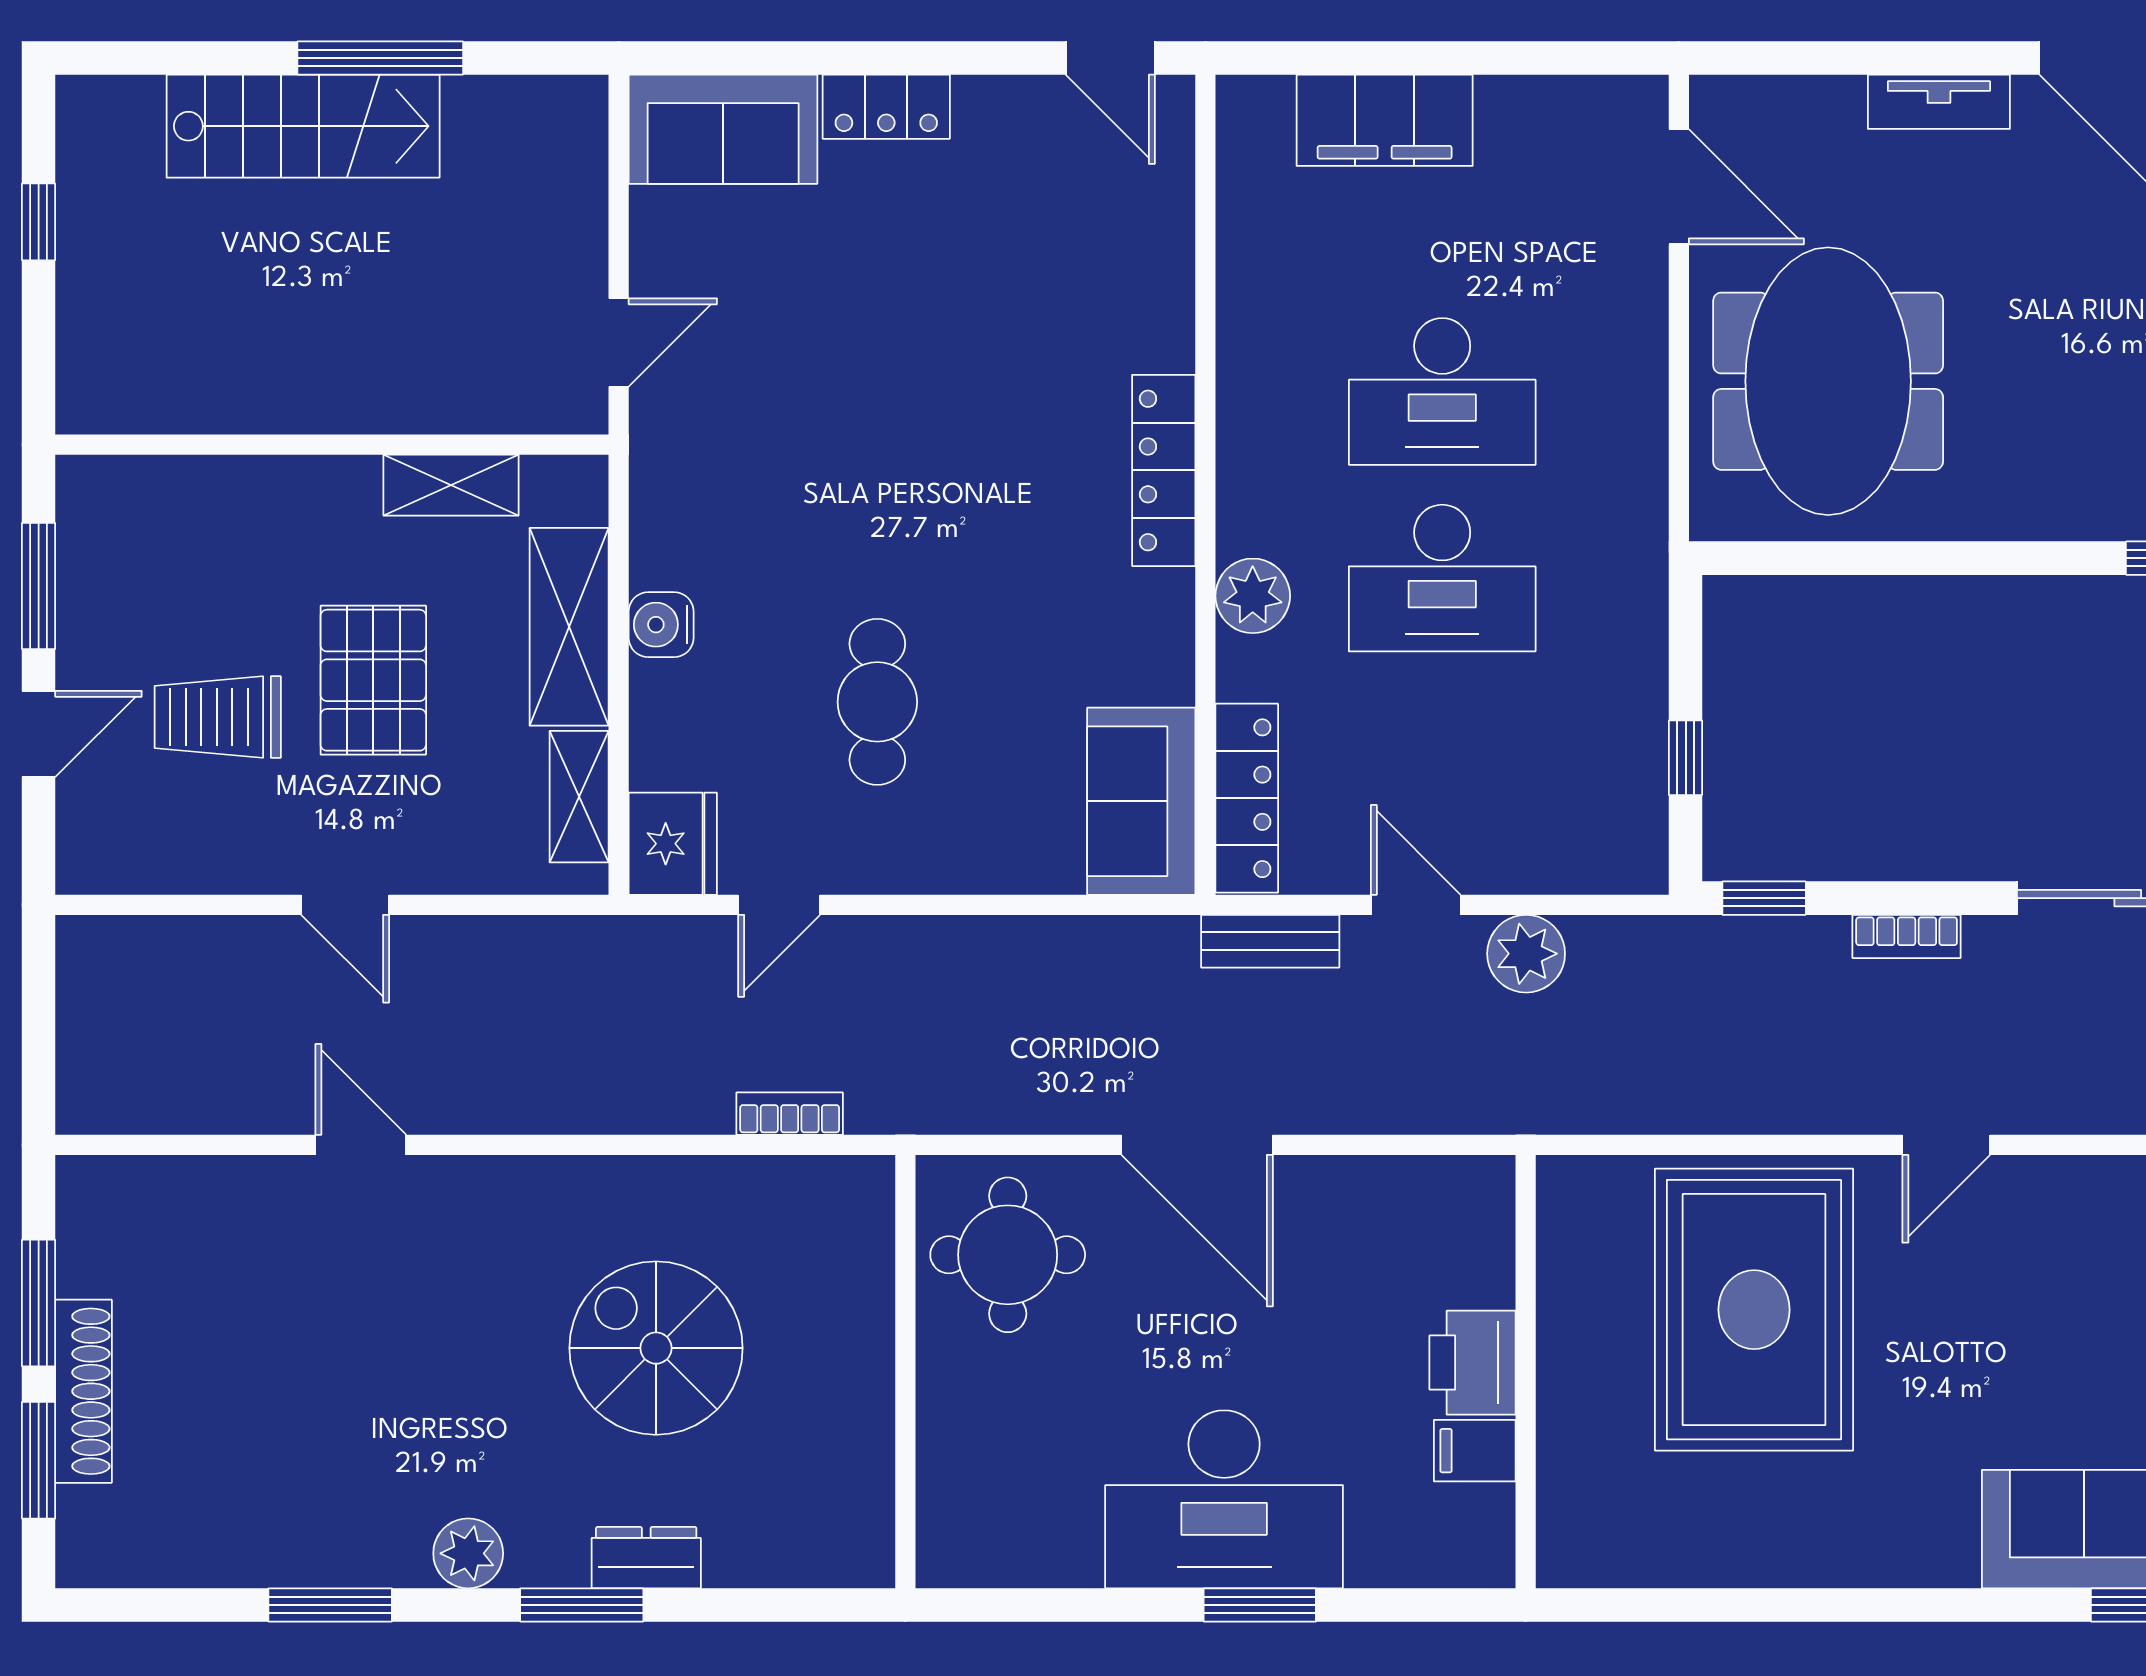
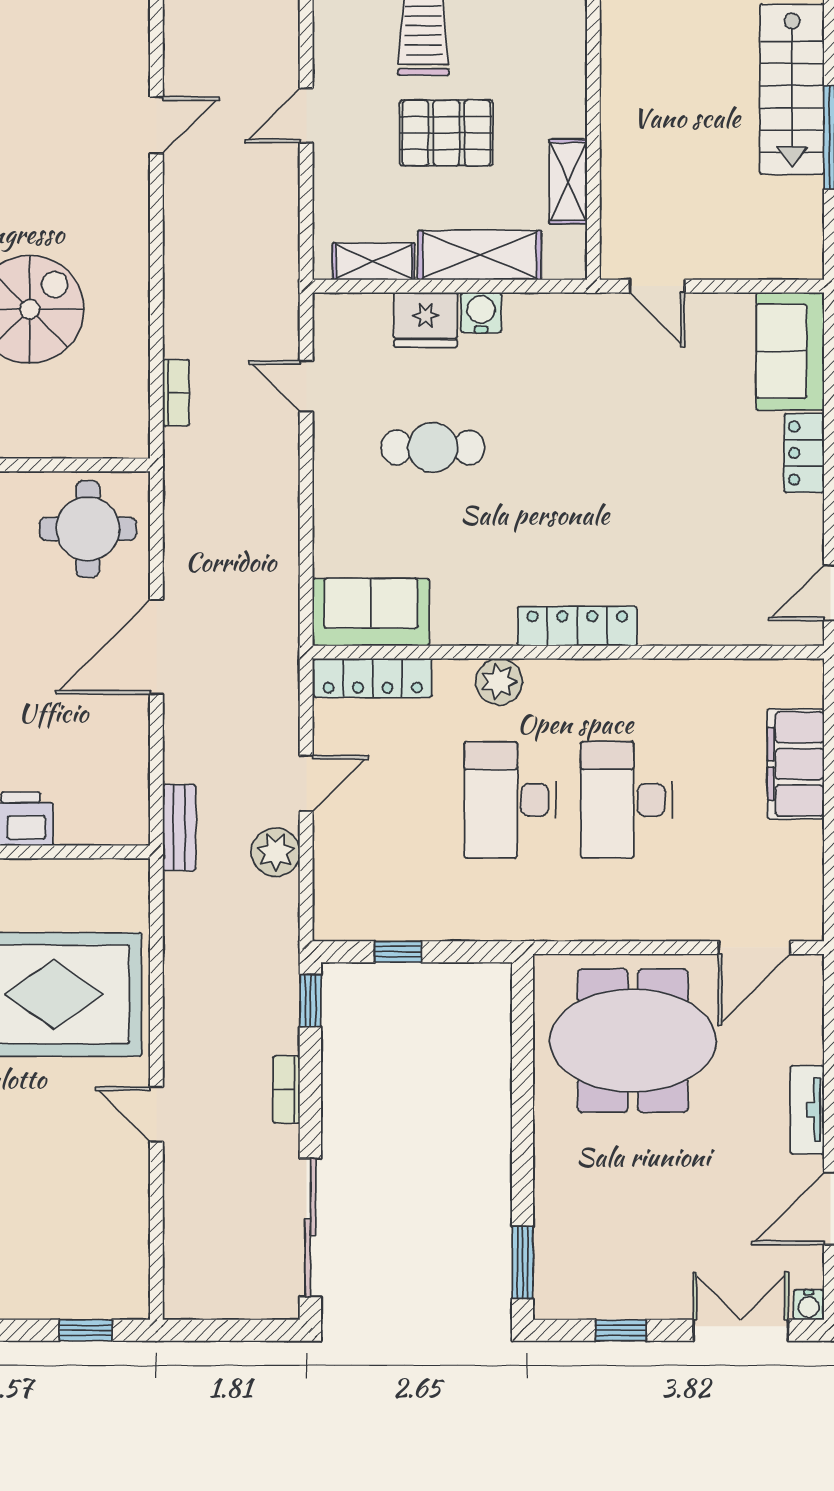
fridge: (673, 844) -> (426, 320), moved
bench: (1270, 941) -> (179, 828), moved

